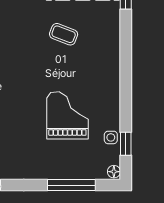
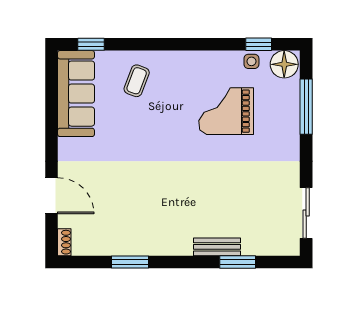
coffee table: (64, 34) -> (137, 81), moved
floor lamp: (114, 172) -> (284, 64), width x1.89, depth x1.89

